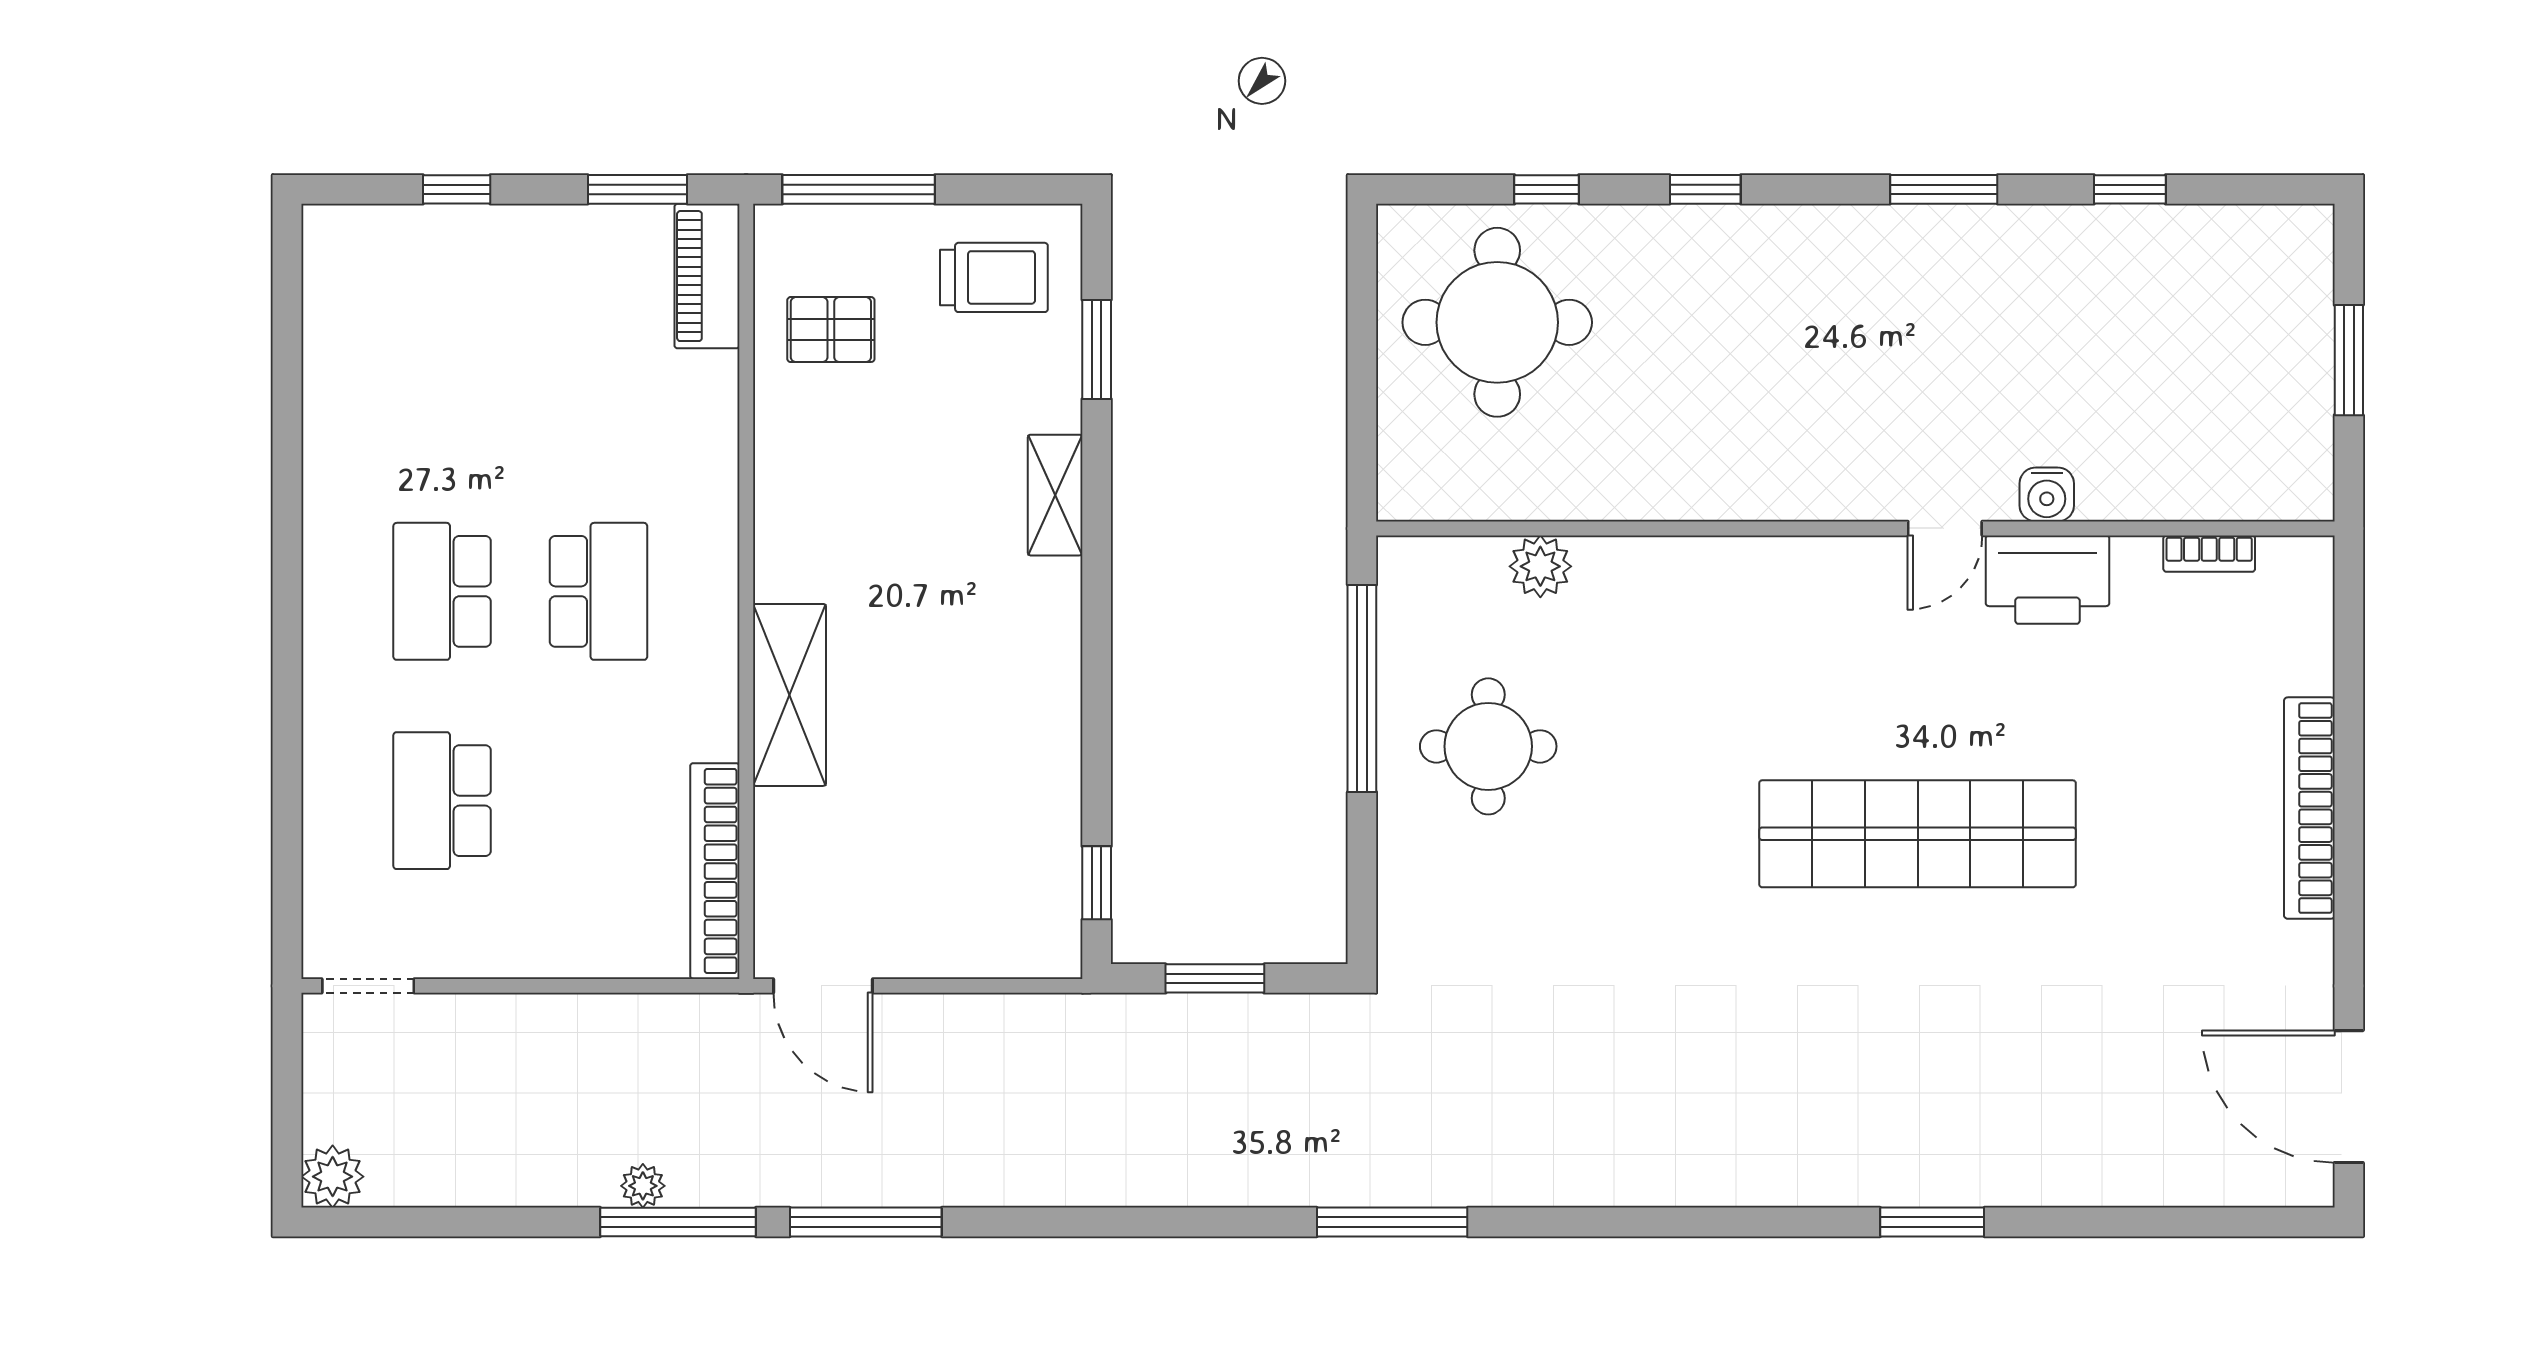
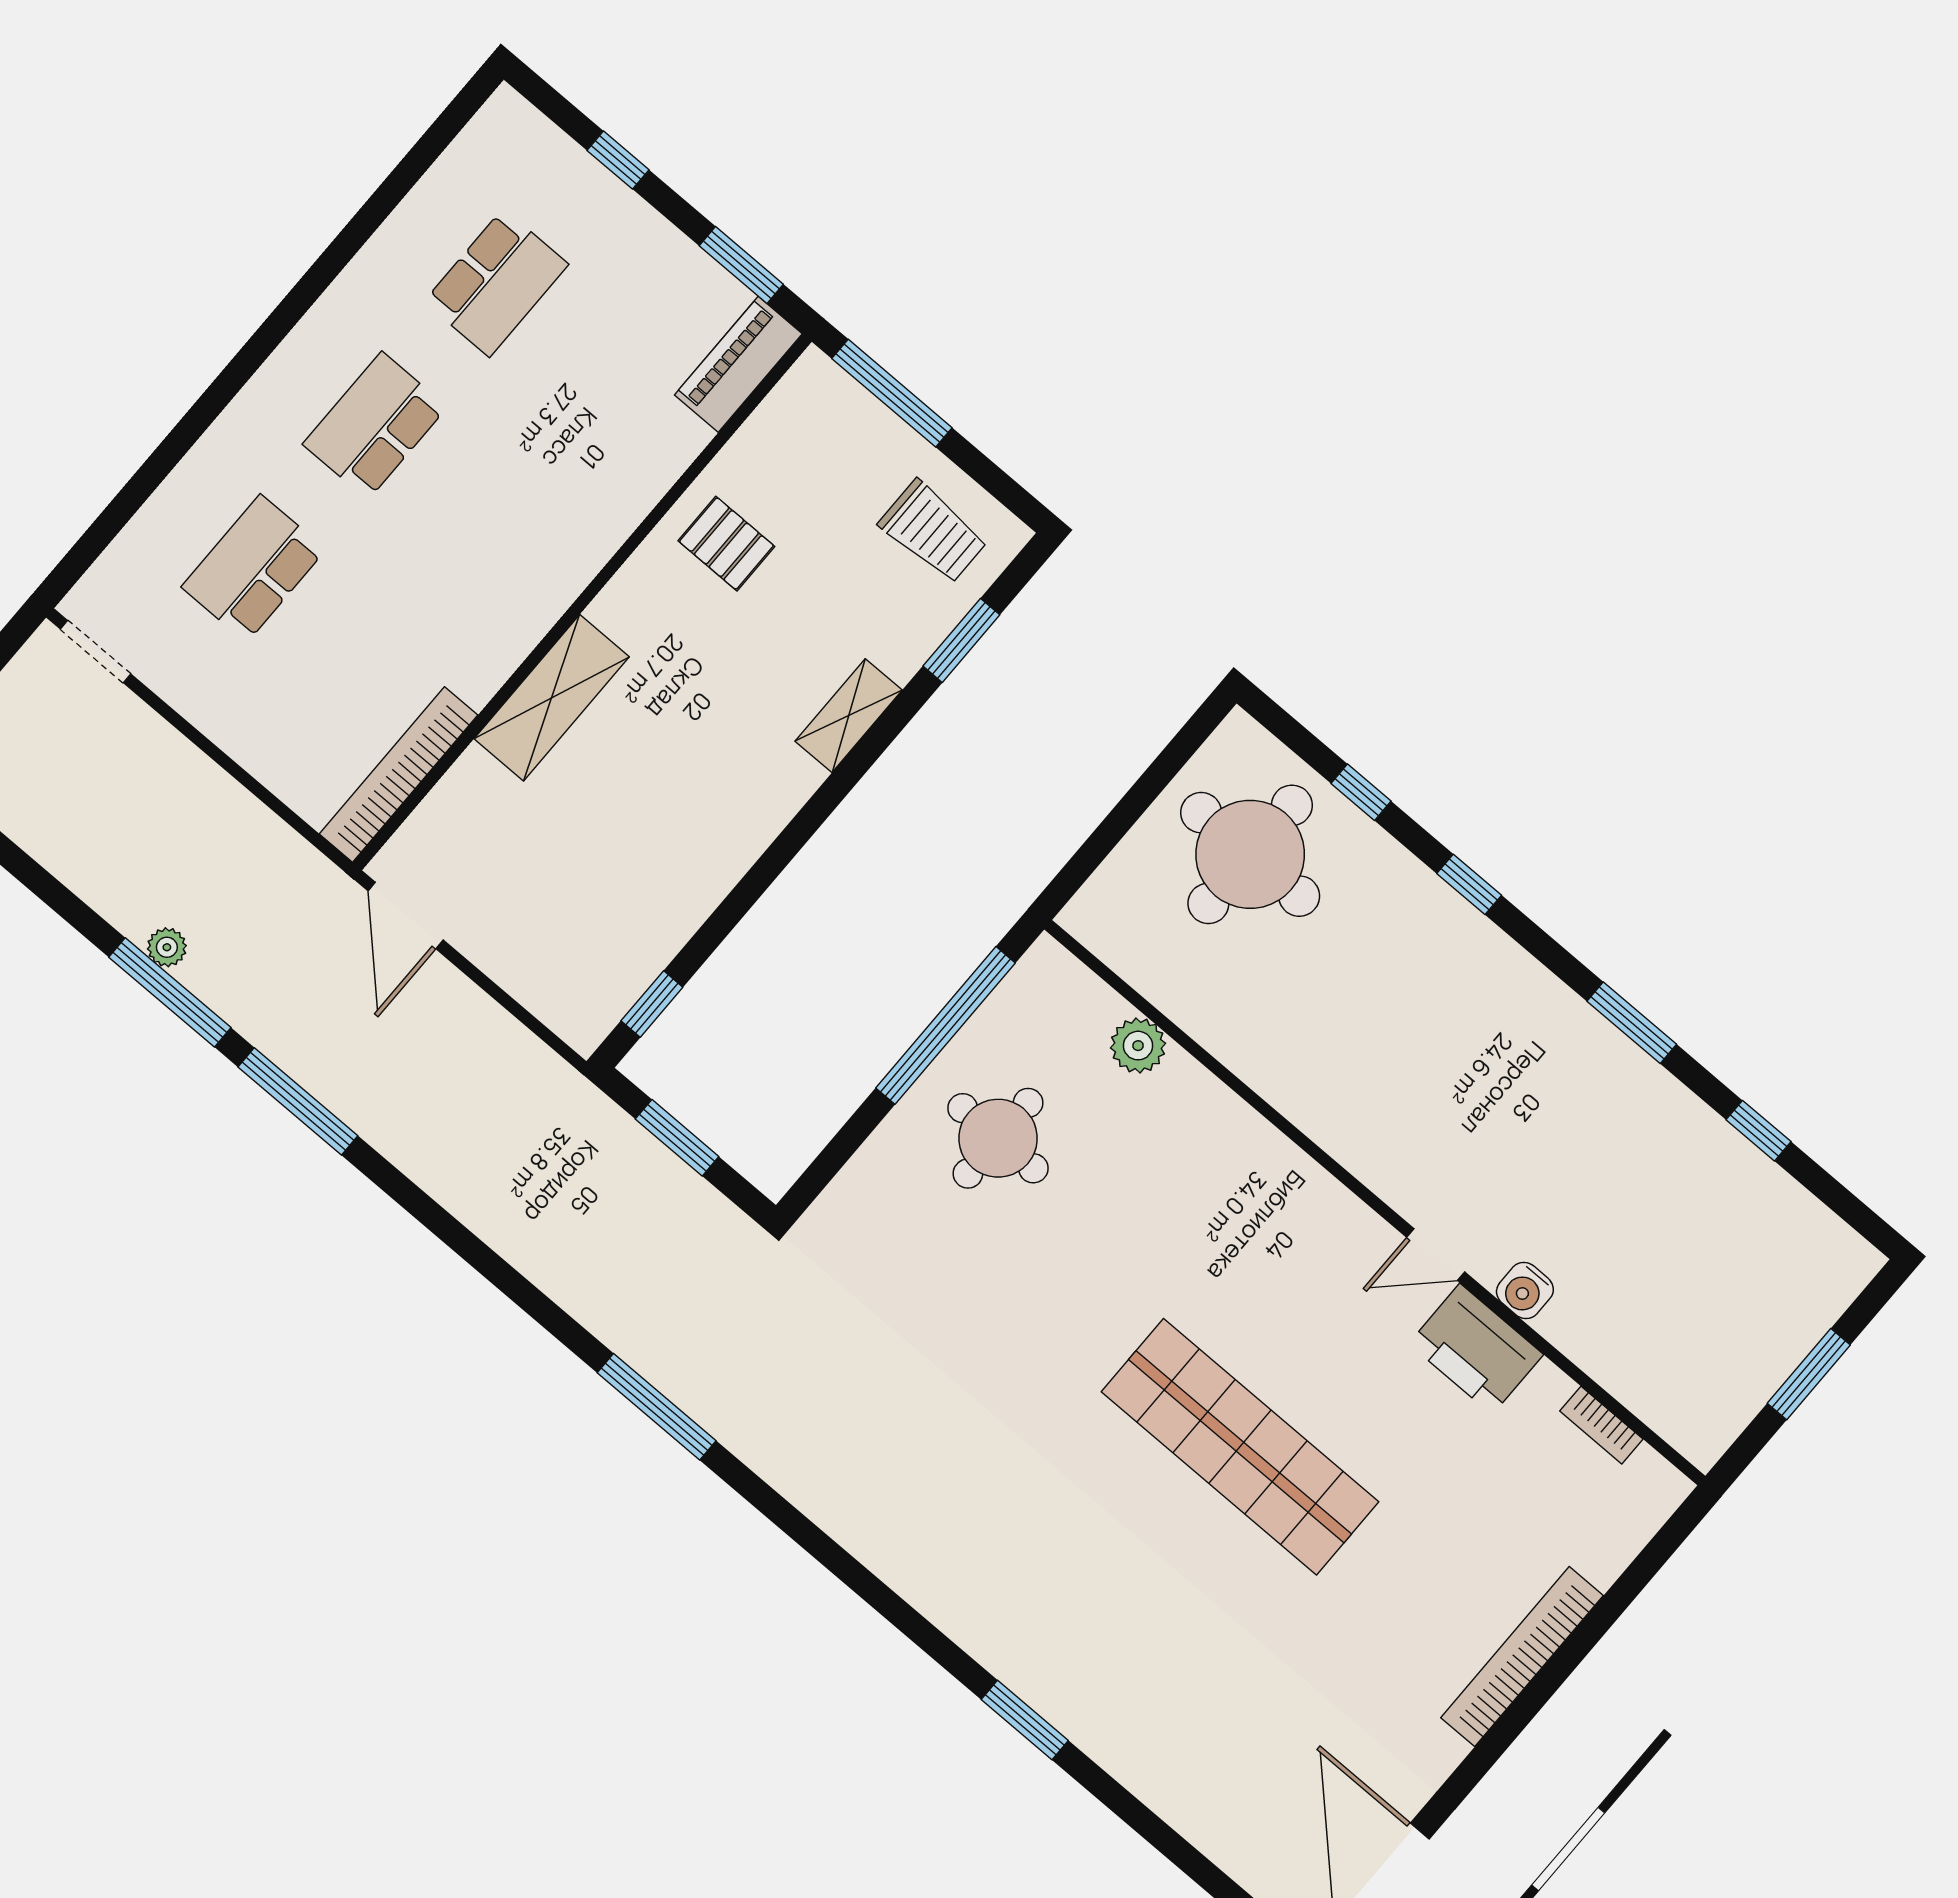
pallet: (831, 330) -> (726, 544), moved
school desk: (599, 591) -> (496, 283), moved

